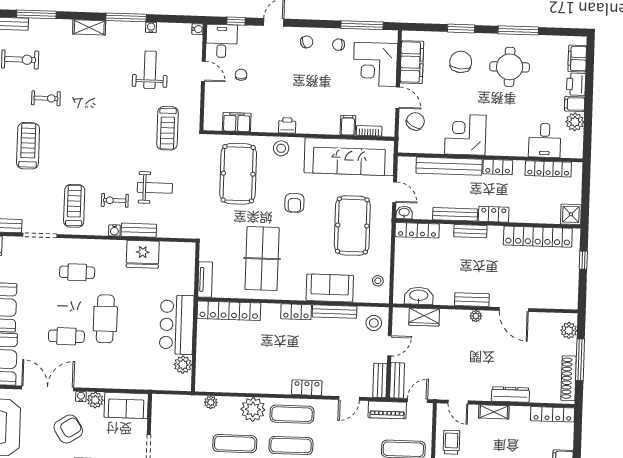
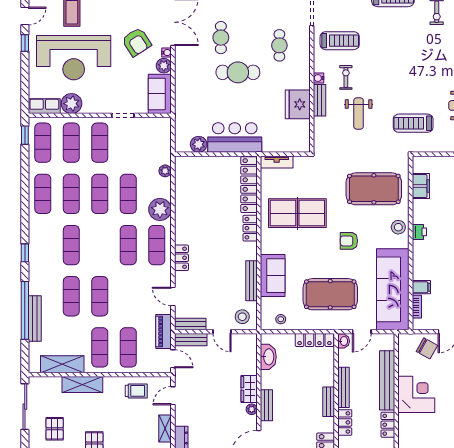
locker: (417, 230) -> (314, 340), moved, turned -90
locker: (296, 312) -> (250, 228), moved
wardrobe: (424, 317) -> (249, 389), moved

